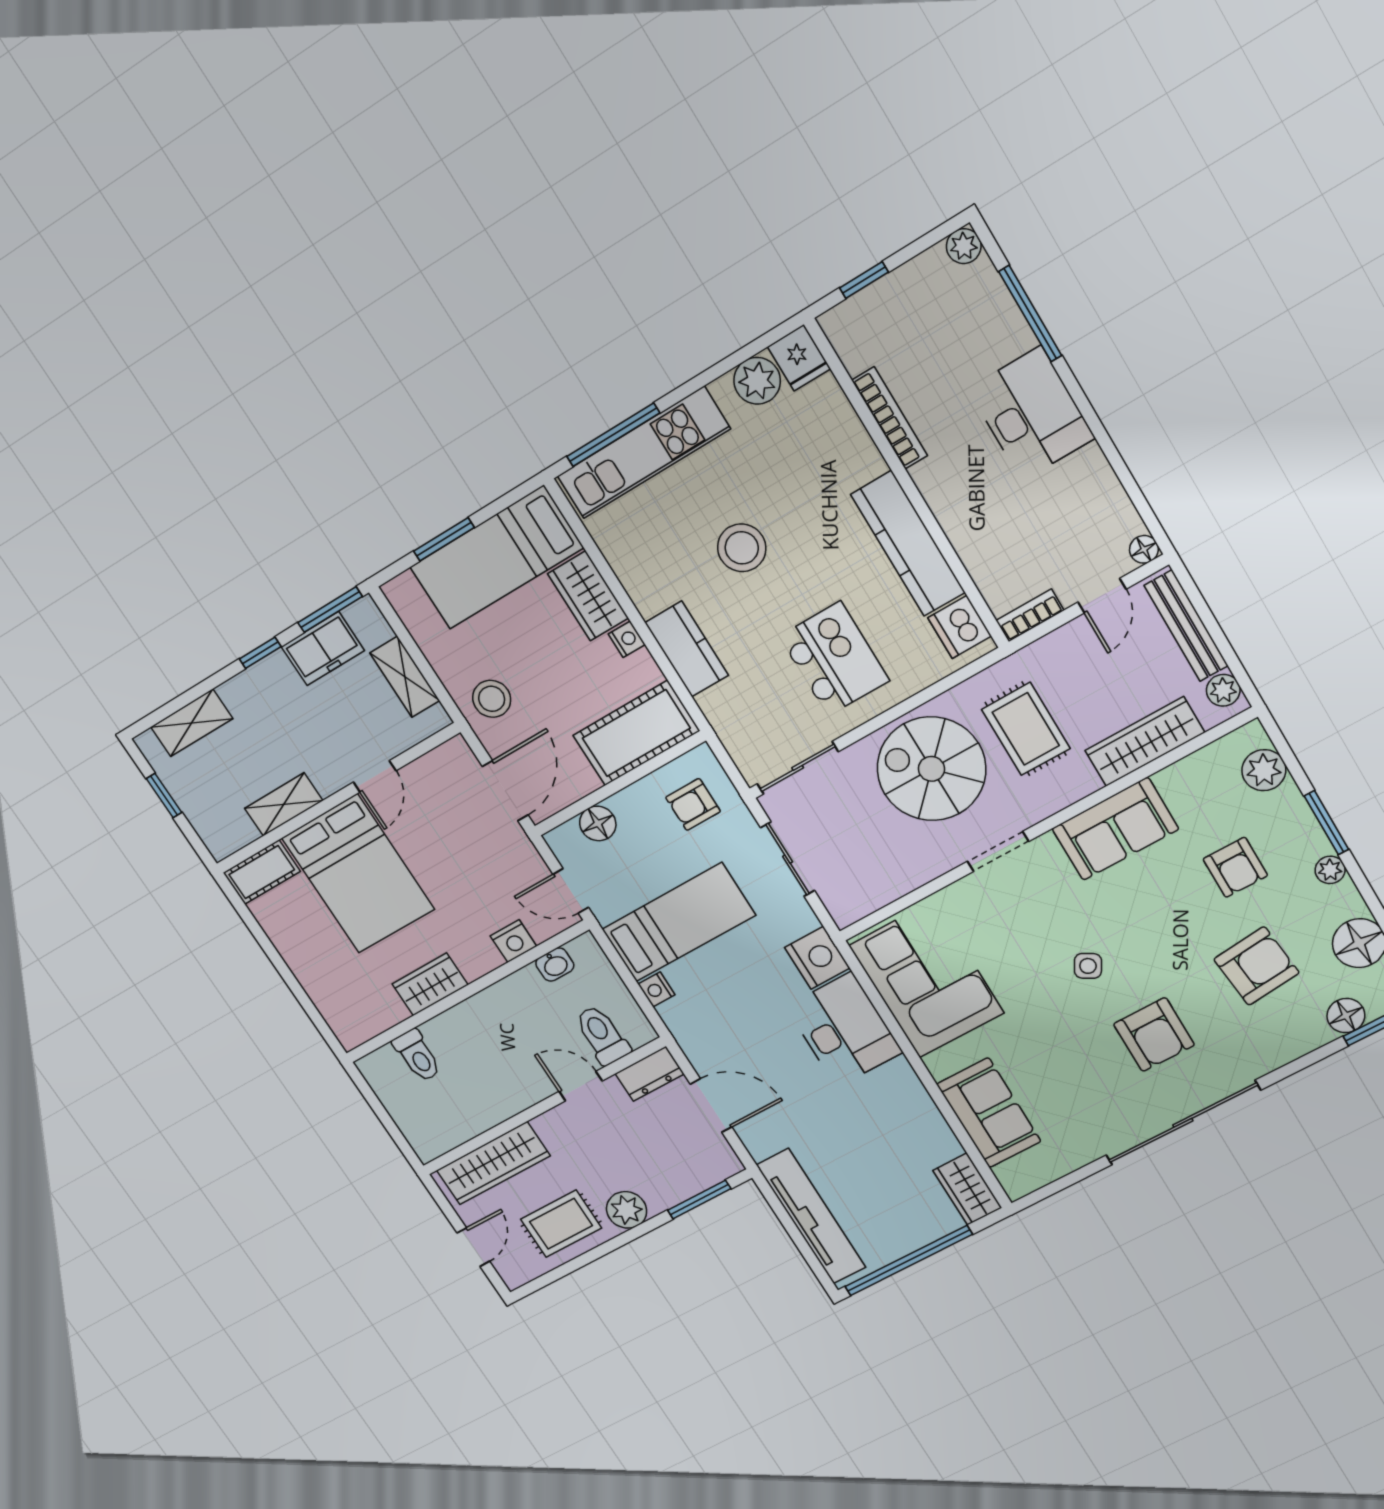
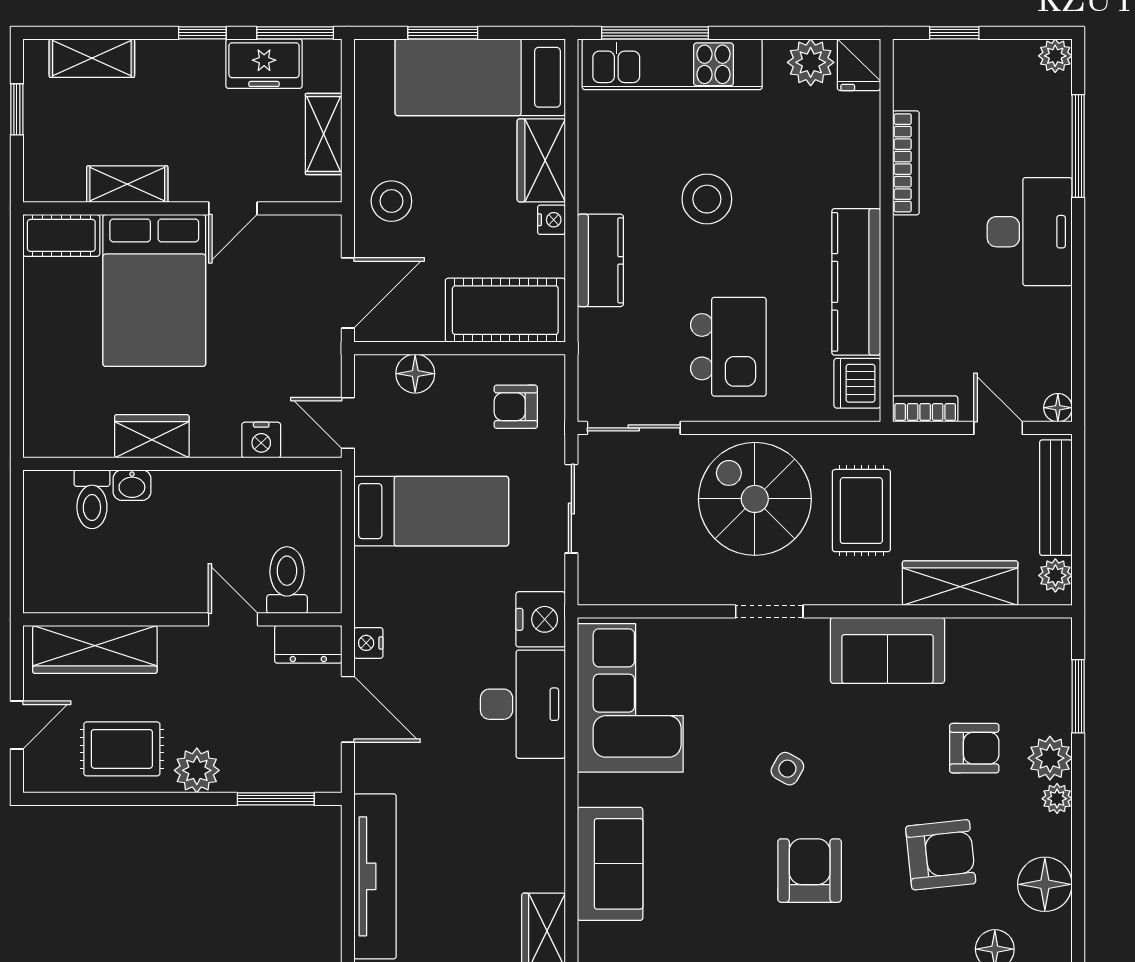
door: (1102, 596) -> (998, 428), swing flipped
plant: (1264, 770) -> (1050, 758), moved
window: (1326, 823) -> (1078, 696), moved
armchair: (1235, 867) -> (974, 748), turned -90
washbasin: (555, 964) -> (132, 485), moved
nightstand: (656, 989) -> (368, 643), moved
armchair: (1154, 1035) -> (810, 871), turned 180

